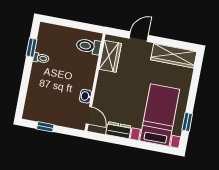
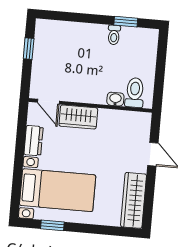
wardrobe: (110, 56) -> (78, 117), moved
washbasin: (86, 96) -> (115, 99), moved
door: (89, 115) -> (48, 102), hinge flipped

